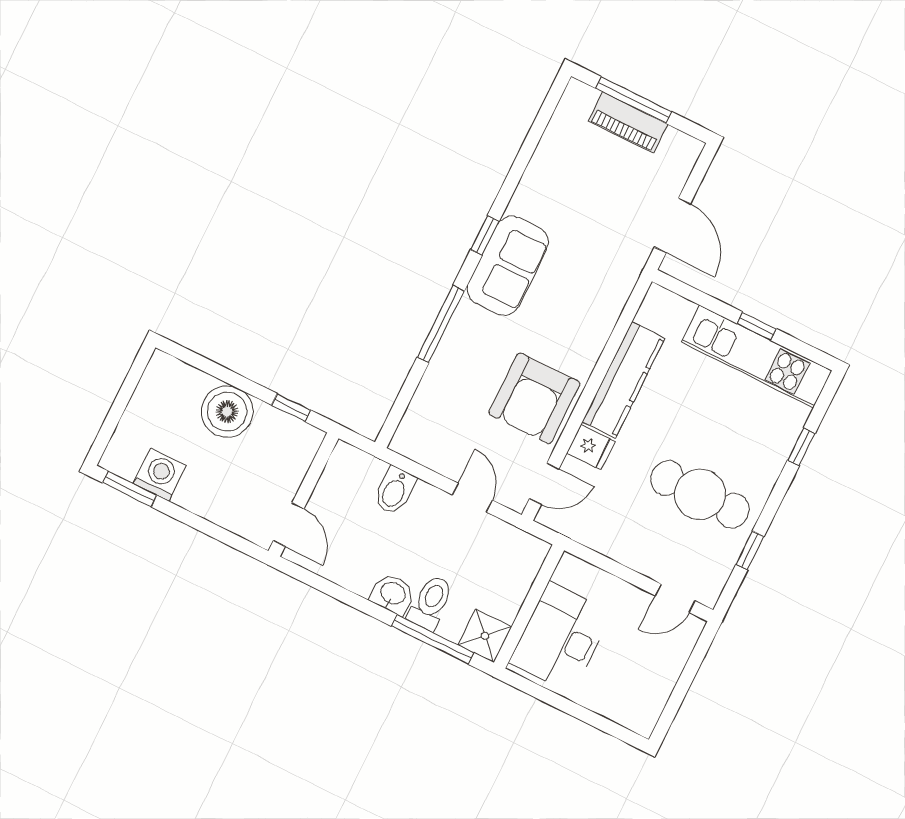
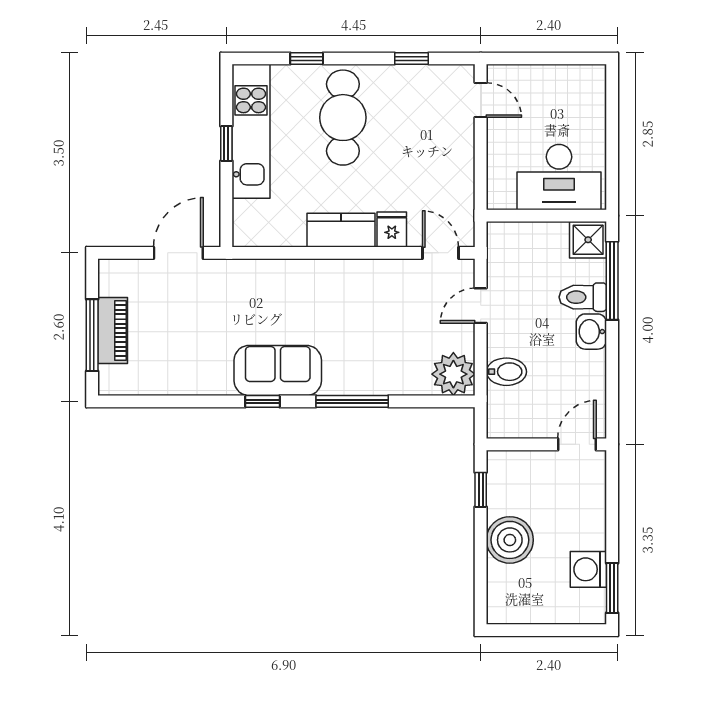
kitchen counter: (624, 380) -> (341, 230), width x0.67
armchair: (534, 398) -> (375, 295), removed
plant: (418, 437) -> (453, 374), added
cafe table: (700, 494) -> (343, 118), moved

